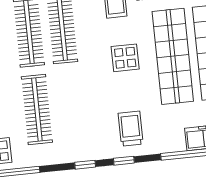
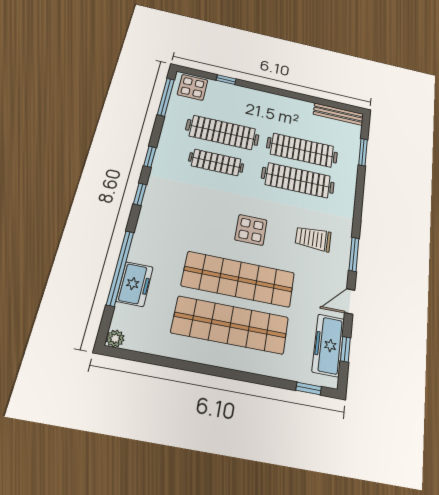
clothes rail: (70, 106) -> (216, 163), added
trolley: (131, 129) -> (173, 212), removed

